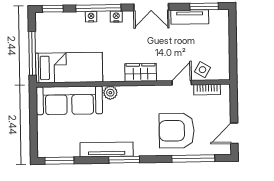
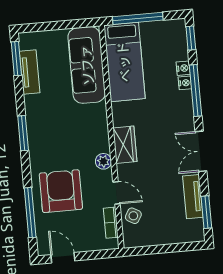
nightstand: (116, 17) -> (183, 68), moved
plant: (110, 93) -> (103, 161), moved
tv unit: (107, 149) -> (30, 72), moved, width x0.71

